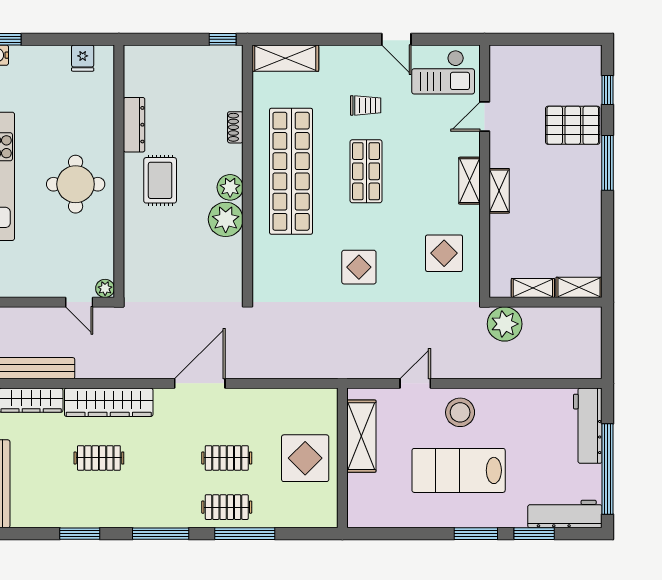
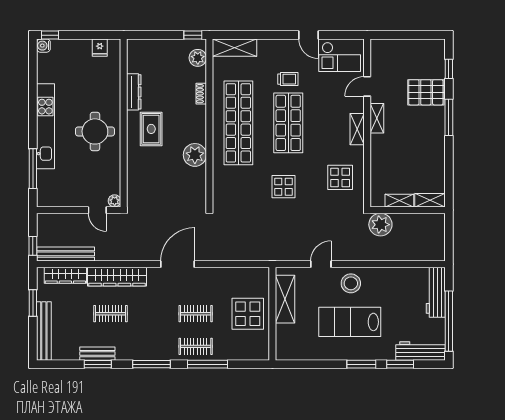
shop shelf: (366, 171) -> (288, 123), width x1.43, depth x1.36
plant: (230, 187) -> (198, 58), moved
shelving: (499, 191) -> (377, 118), moved
bench: (79, 518) -> (97, 354), added

